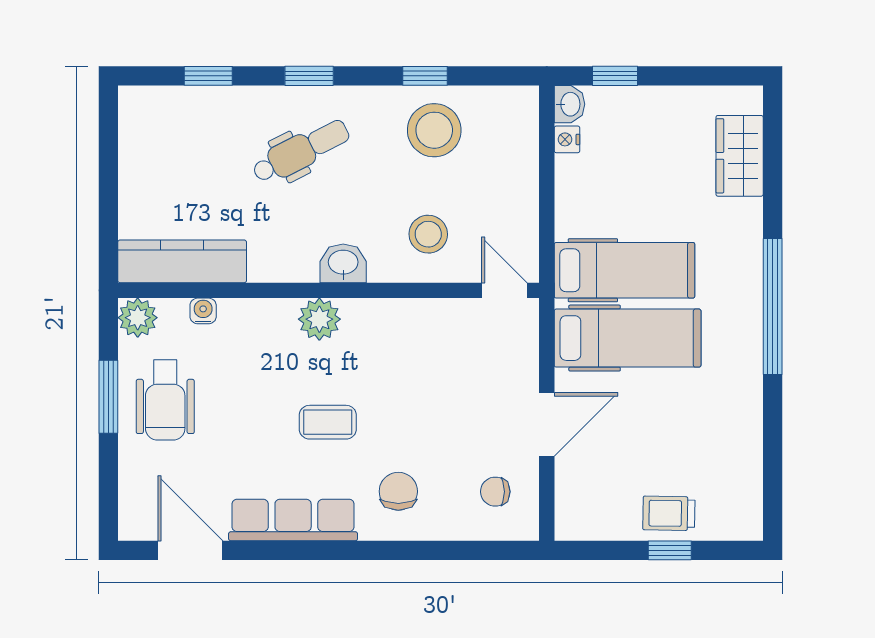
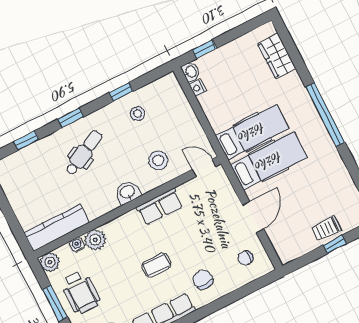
stool: (434, 130) -> (137, 114), width x0.53, depth x0.53
plant: (319, 319) -> (95, 240), moved
row of seats: (388, 319) -> (160, 207), added

